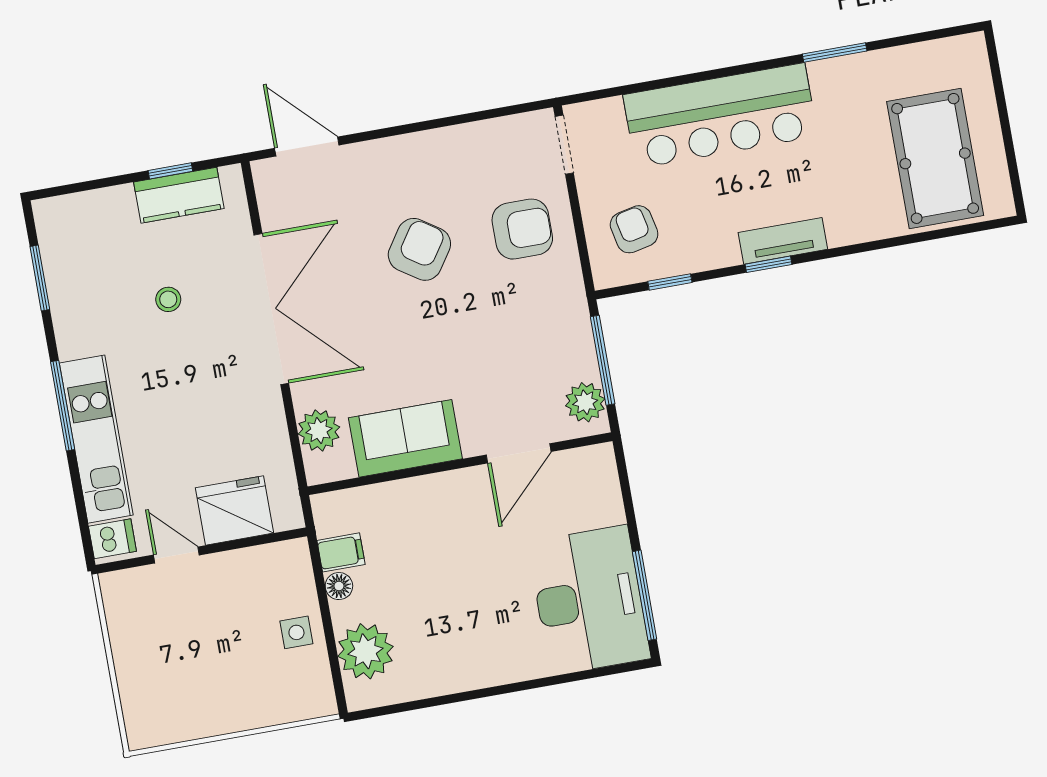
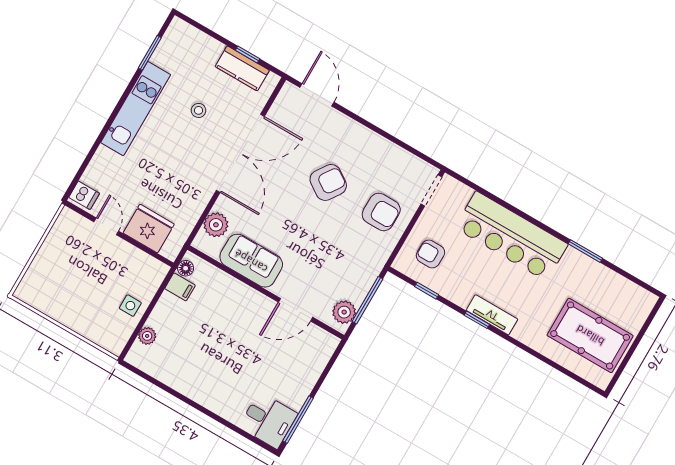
pool table: (935, 158) -> (590, 335), turned 90
armchair: (634, 229) -> (430, 254), turned -78
window: (63, 406) -> (112, 118), removed
kitchen unit: (96, 439) -> (136, 109), moved
floor lamp: (339, 586) -> (186, 268), moved
desk: (589, 600) -> (268, 420), width x0.53, depth x0.77
plant: (365, 651) -> (147, 336), width x0.53, depth x0.53

